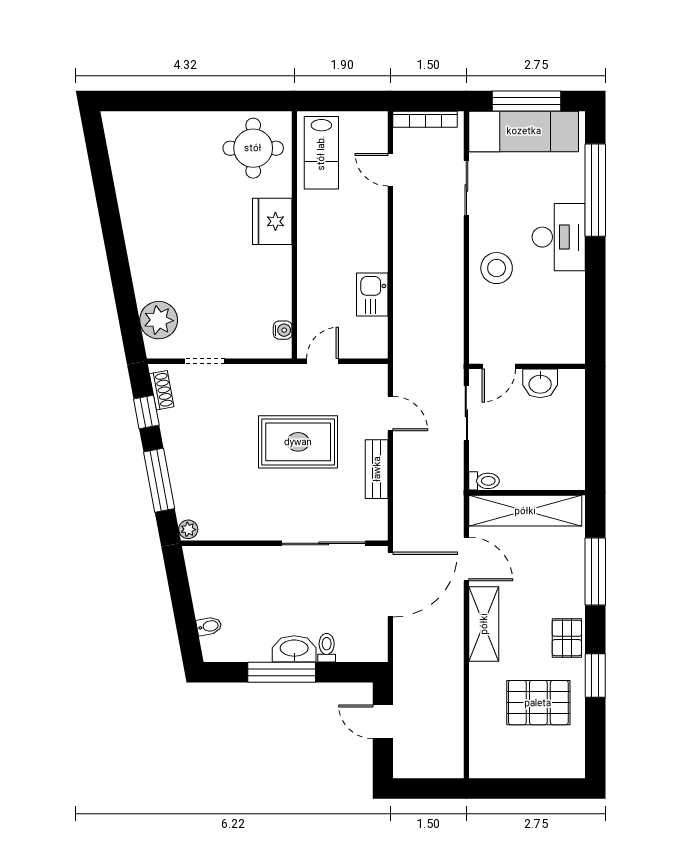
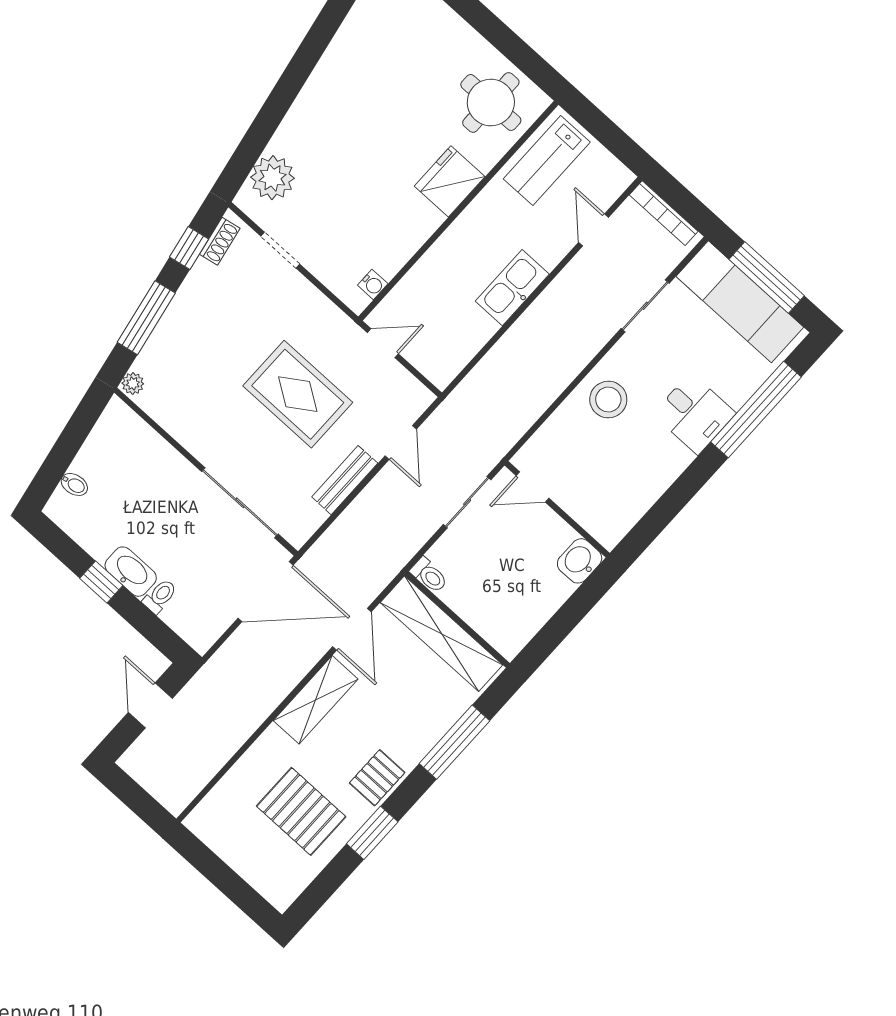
desk: (559, 237) -> (694, 414), width x0.73
kitchen sink: (372, 295) -> (512, 288), moved, width x1.38
washbasin: (540, 383) -> (580, 561), moved, turned 90
window: (282, 672) -> (101, 582), width x0.46

